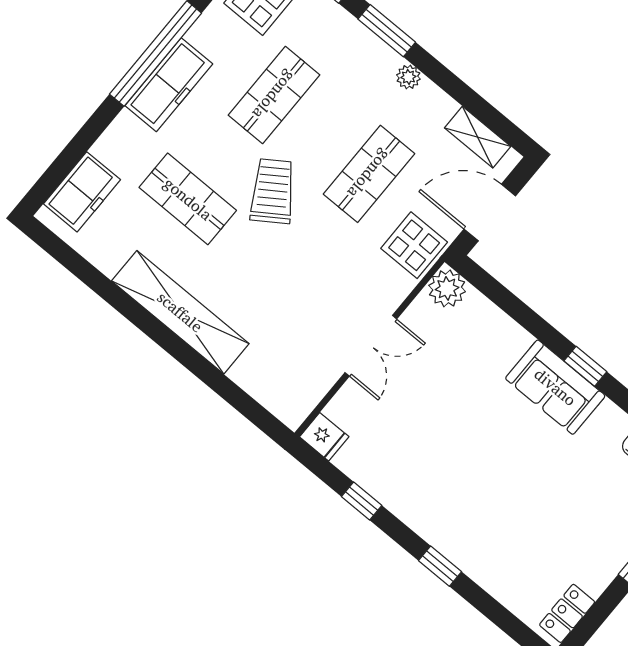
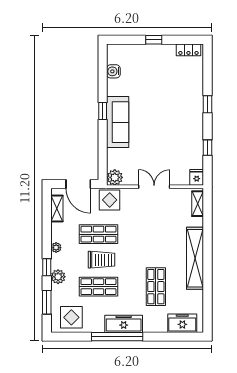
window: (387, 31) -> (47, 267), width x0.67
plant: (353, 37) -> (58, 277), added
trolley: (273, 191) -> (101, 260), moved, turned -146
sofa: (555, 387) -> (118, 122), width x1.36
shelving: (275, 399) -> (198, 204), added

